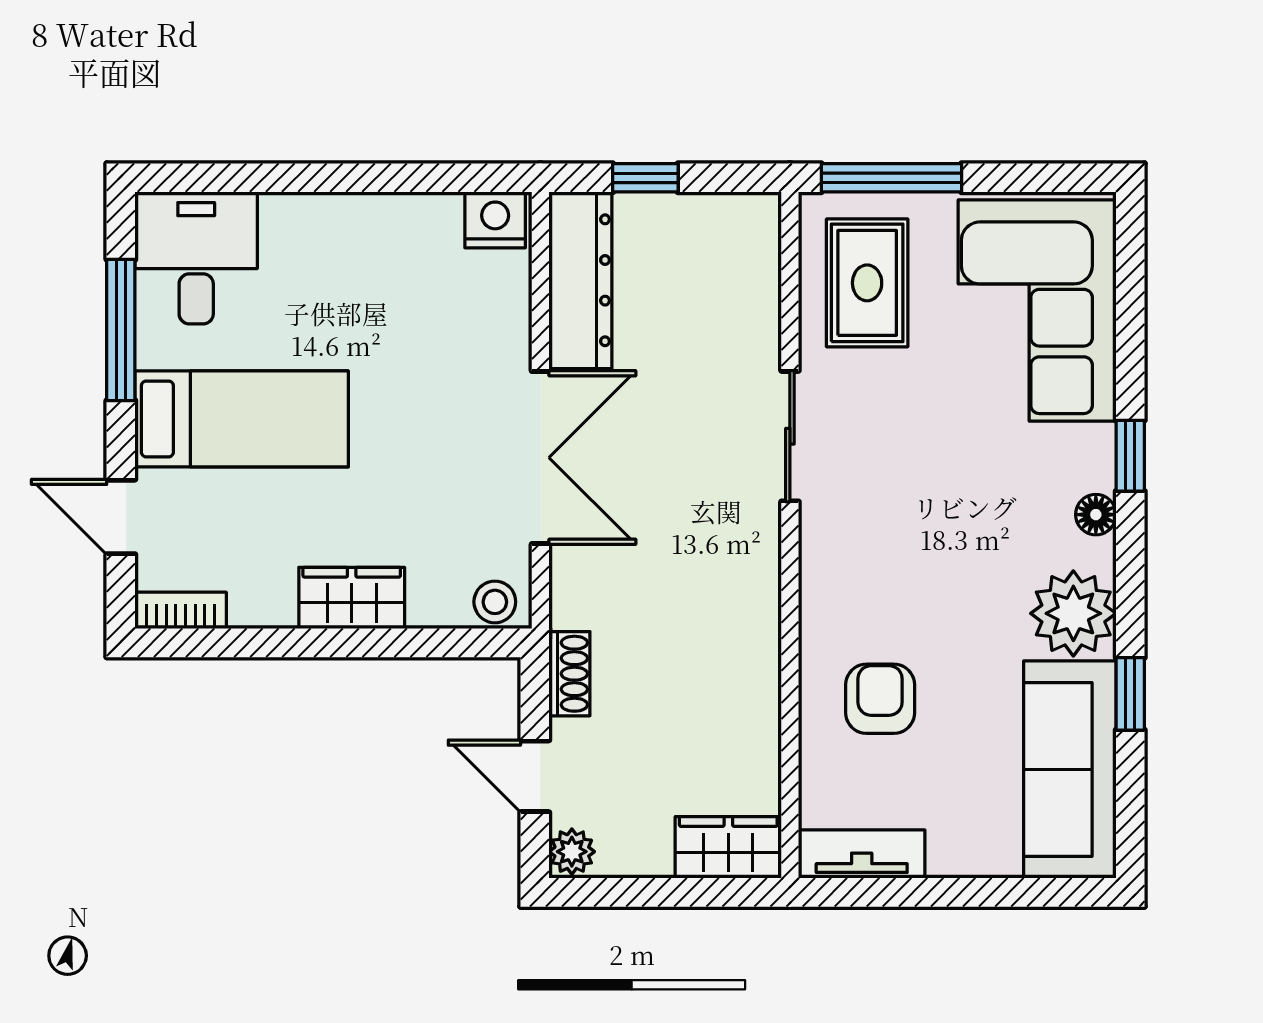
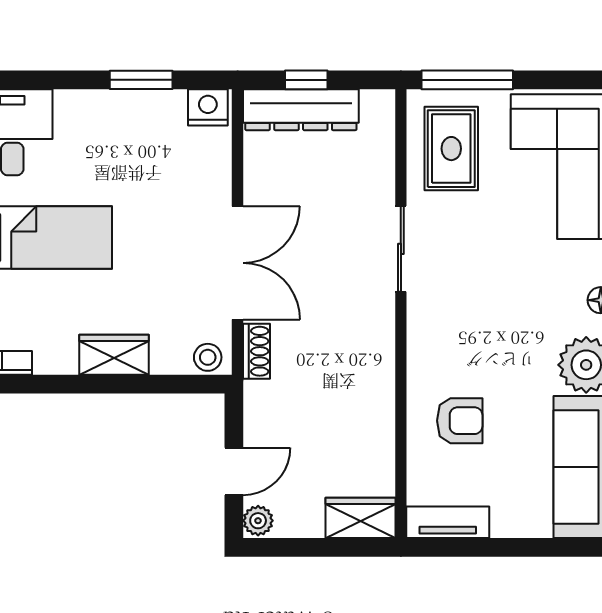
window: (393, 178) -> (141, 80), added
dresser: (580, 280) -> (301, 110), moved, turned 90
shoe rack: (569, 674) -> (256, 351), moved
armchair: (880, 699) -> (460, 421), turned 90
door: (535, 776) -> (234, 471), swing flipped

